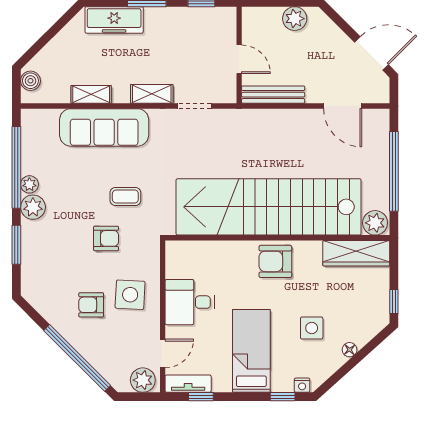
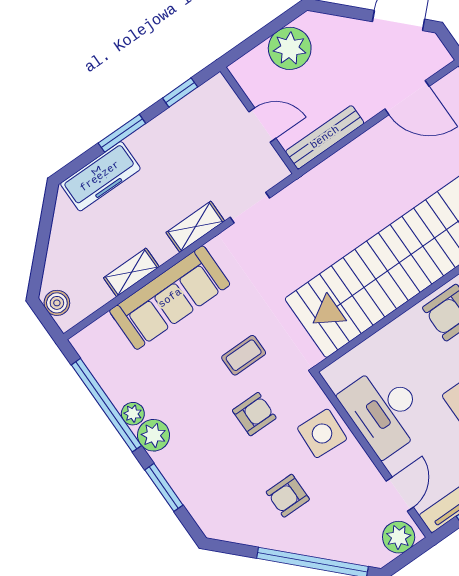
plant: (295, 19) -> (290, 48), width x1.36, depth x1.36
side table: (130, 295) -> (322, 433), moved
desk: (190, 302) -> (384, 411), width x1.37

